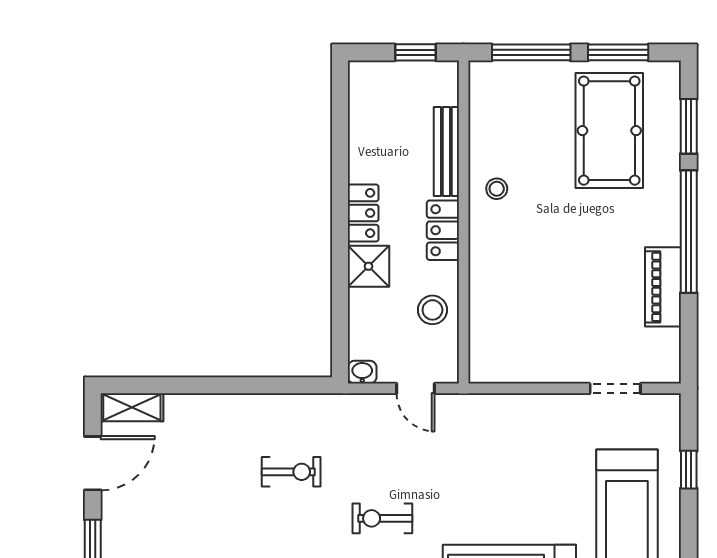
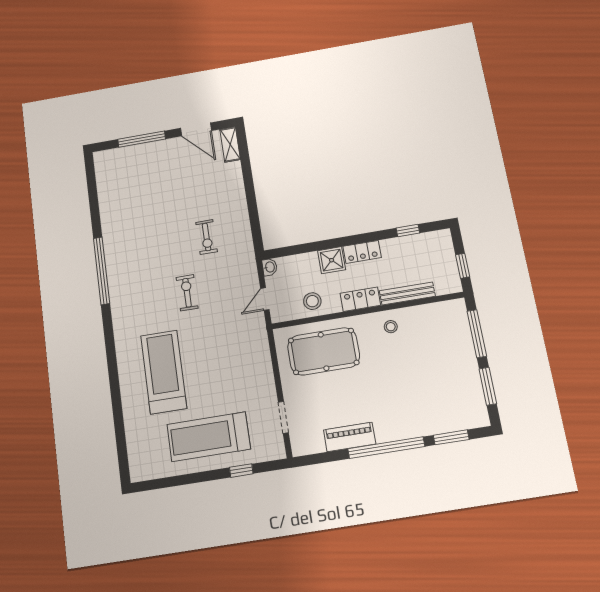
window: (340, 130) -> (408, 231), added
pool table: (609, 131) -> (324, 351), moved

